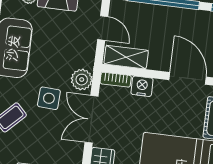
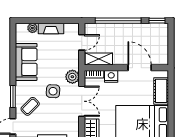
door: (103, 28) -> (82, 42), hinge flipped
double door: (92, 119) -> (82, 101), swing flipped

